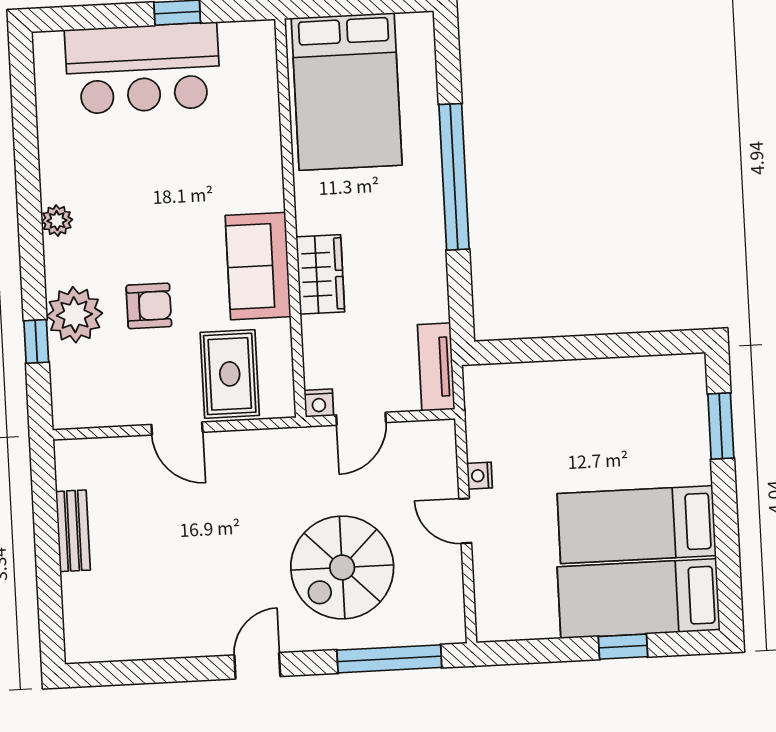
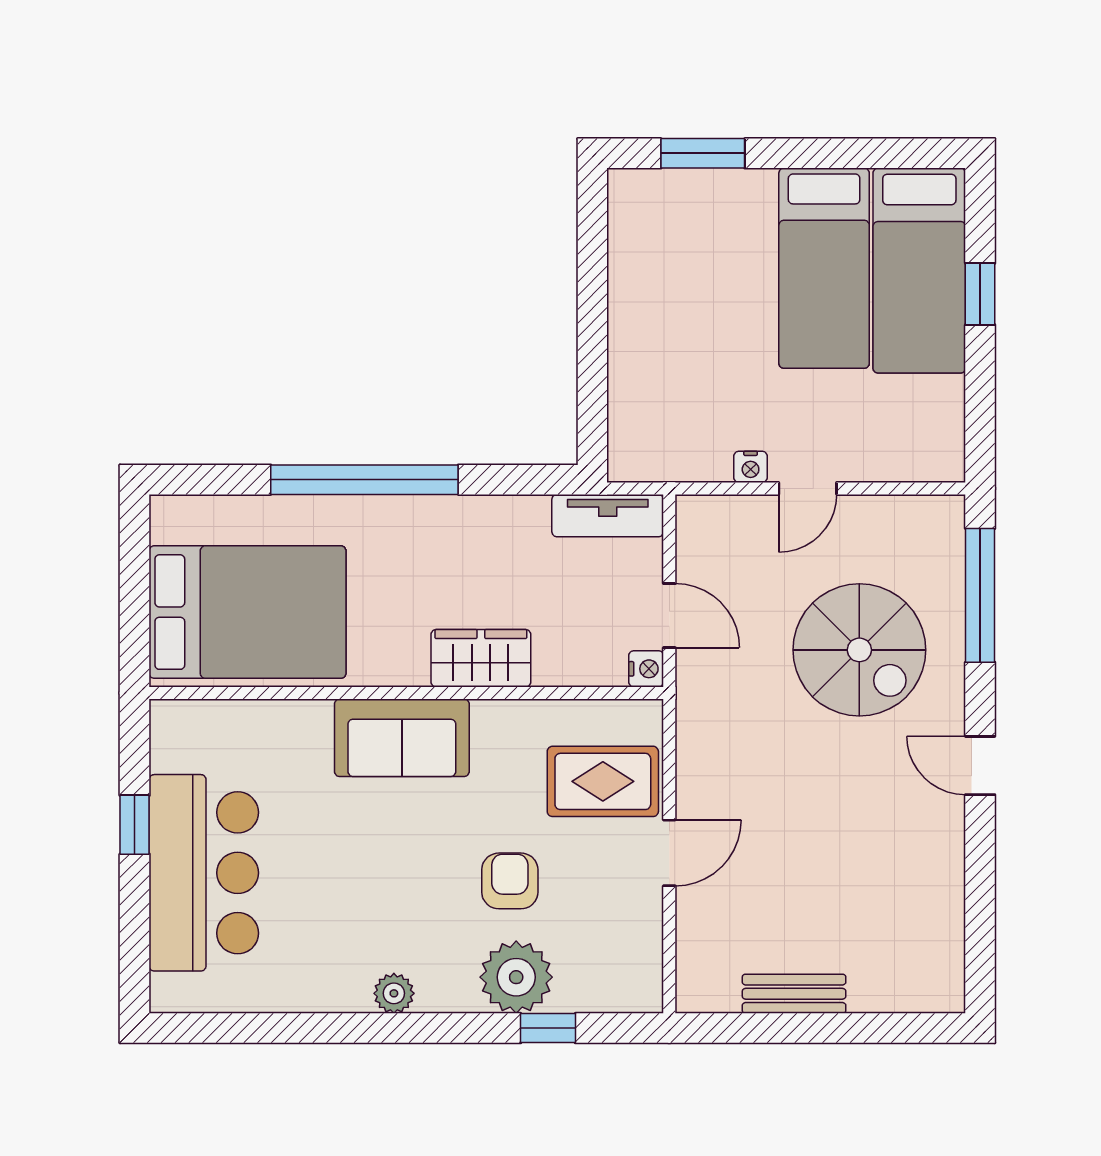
sofa: (258, 266) -> (402, 738), moved

